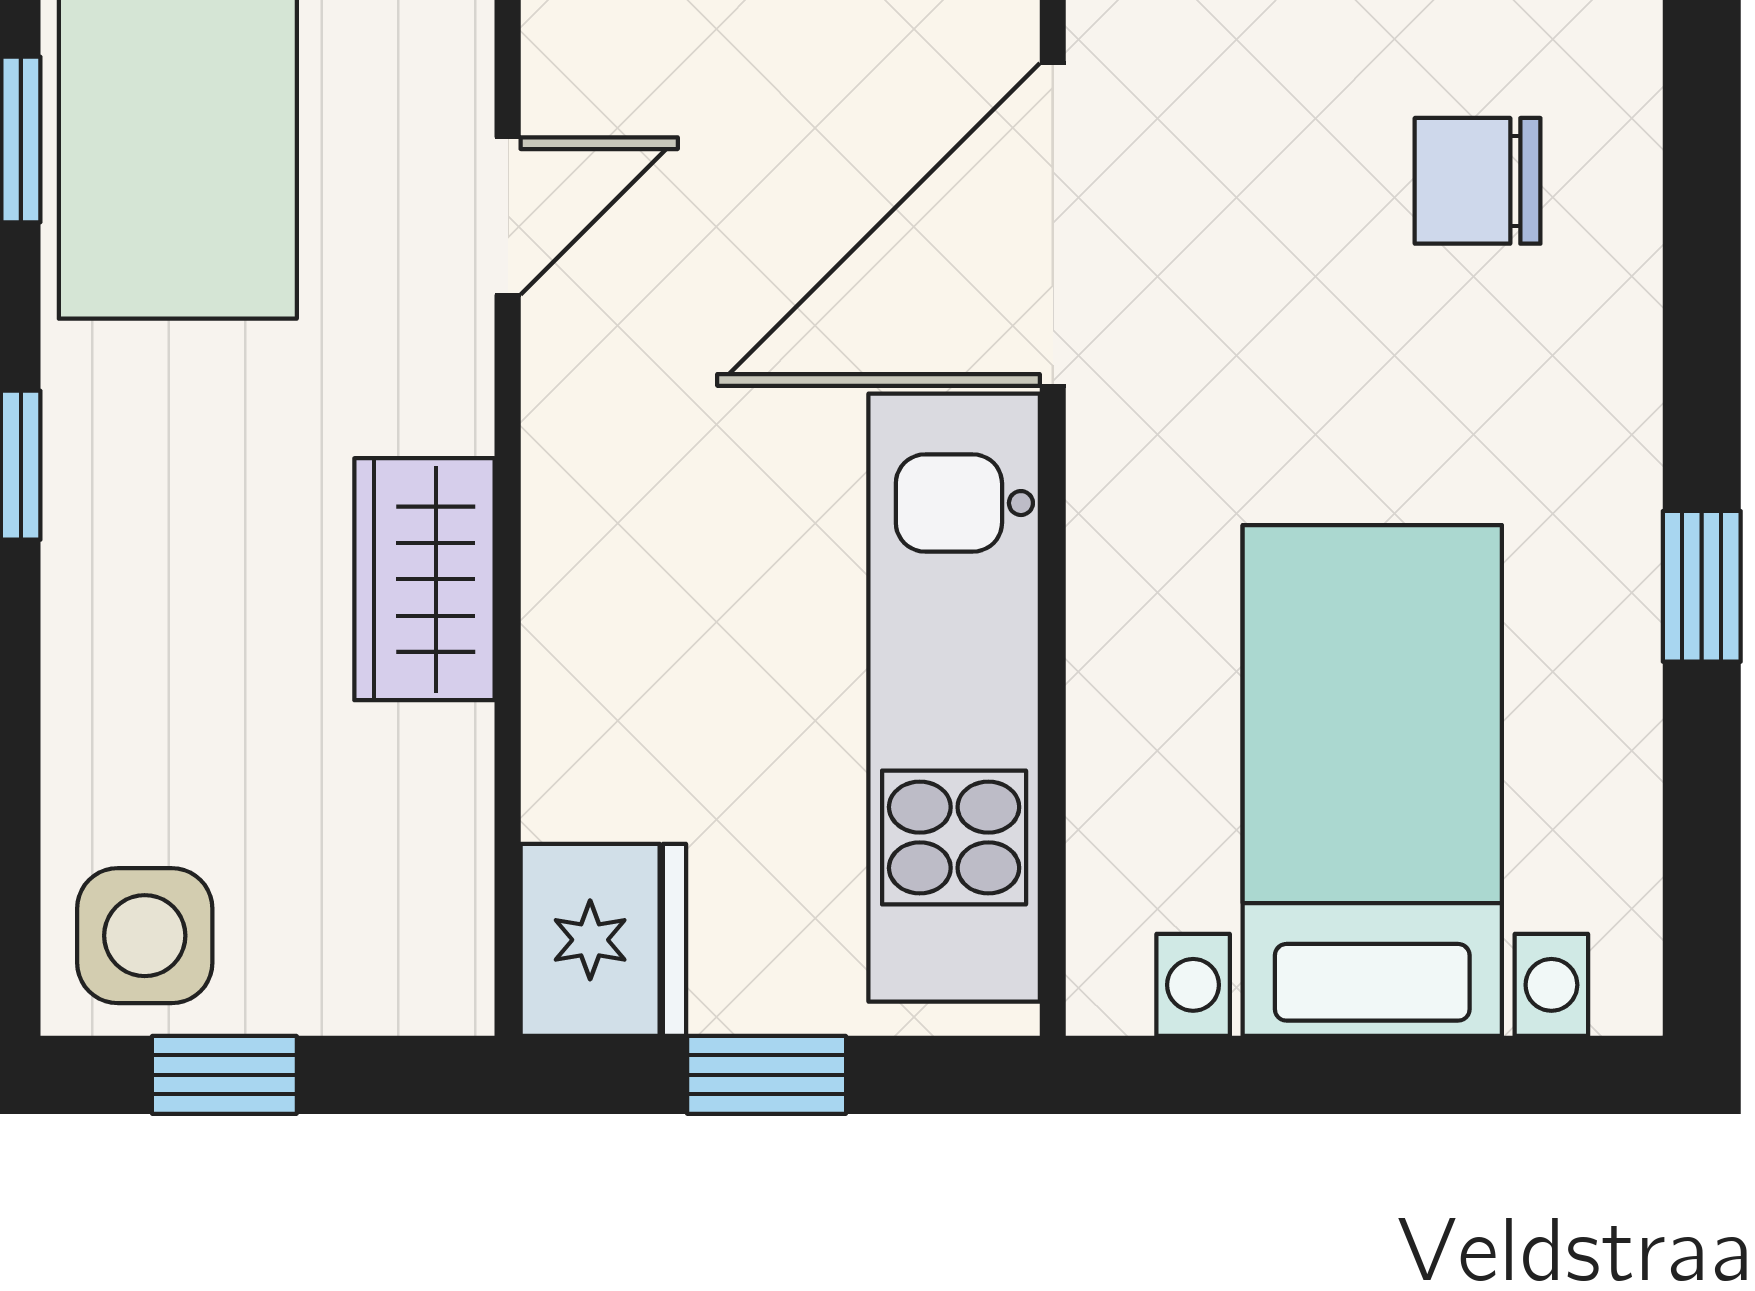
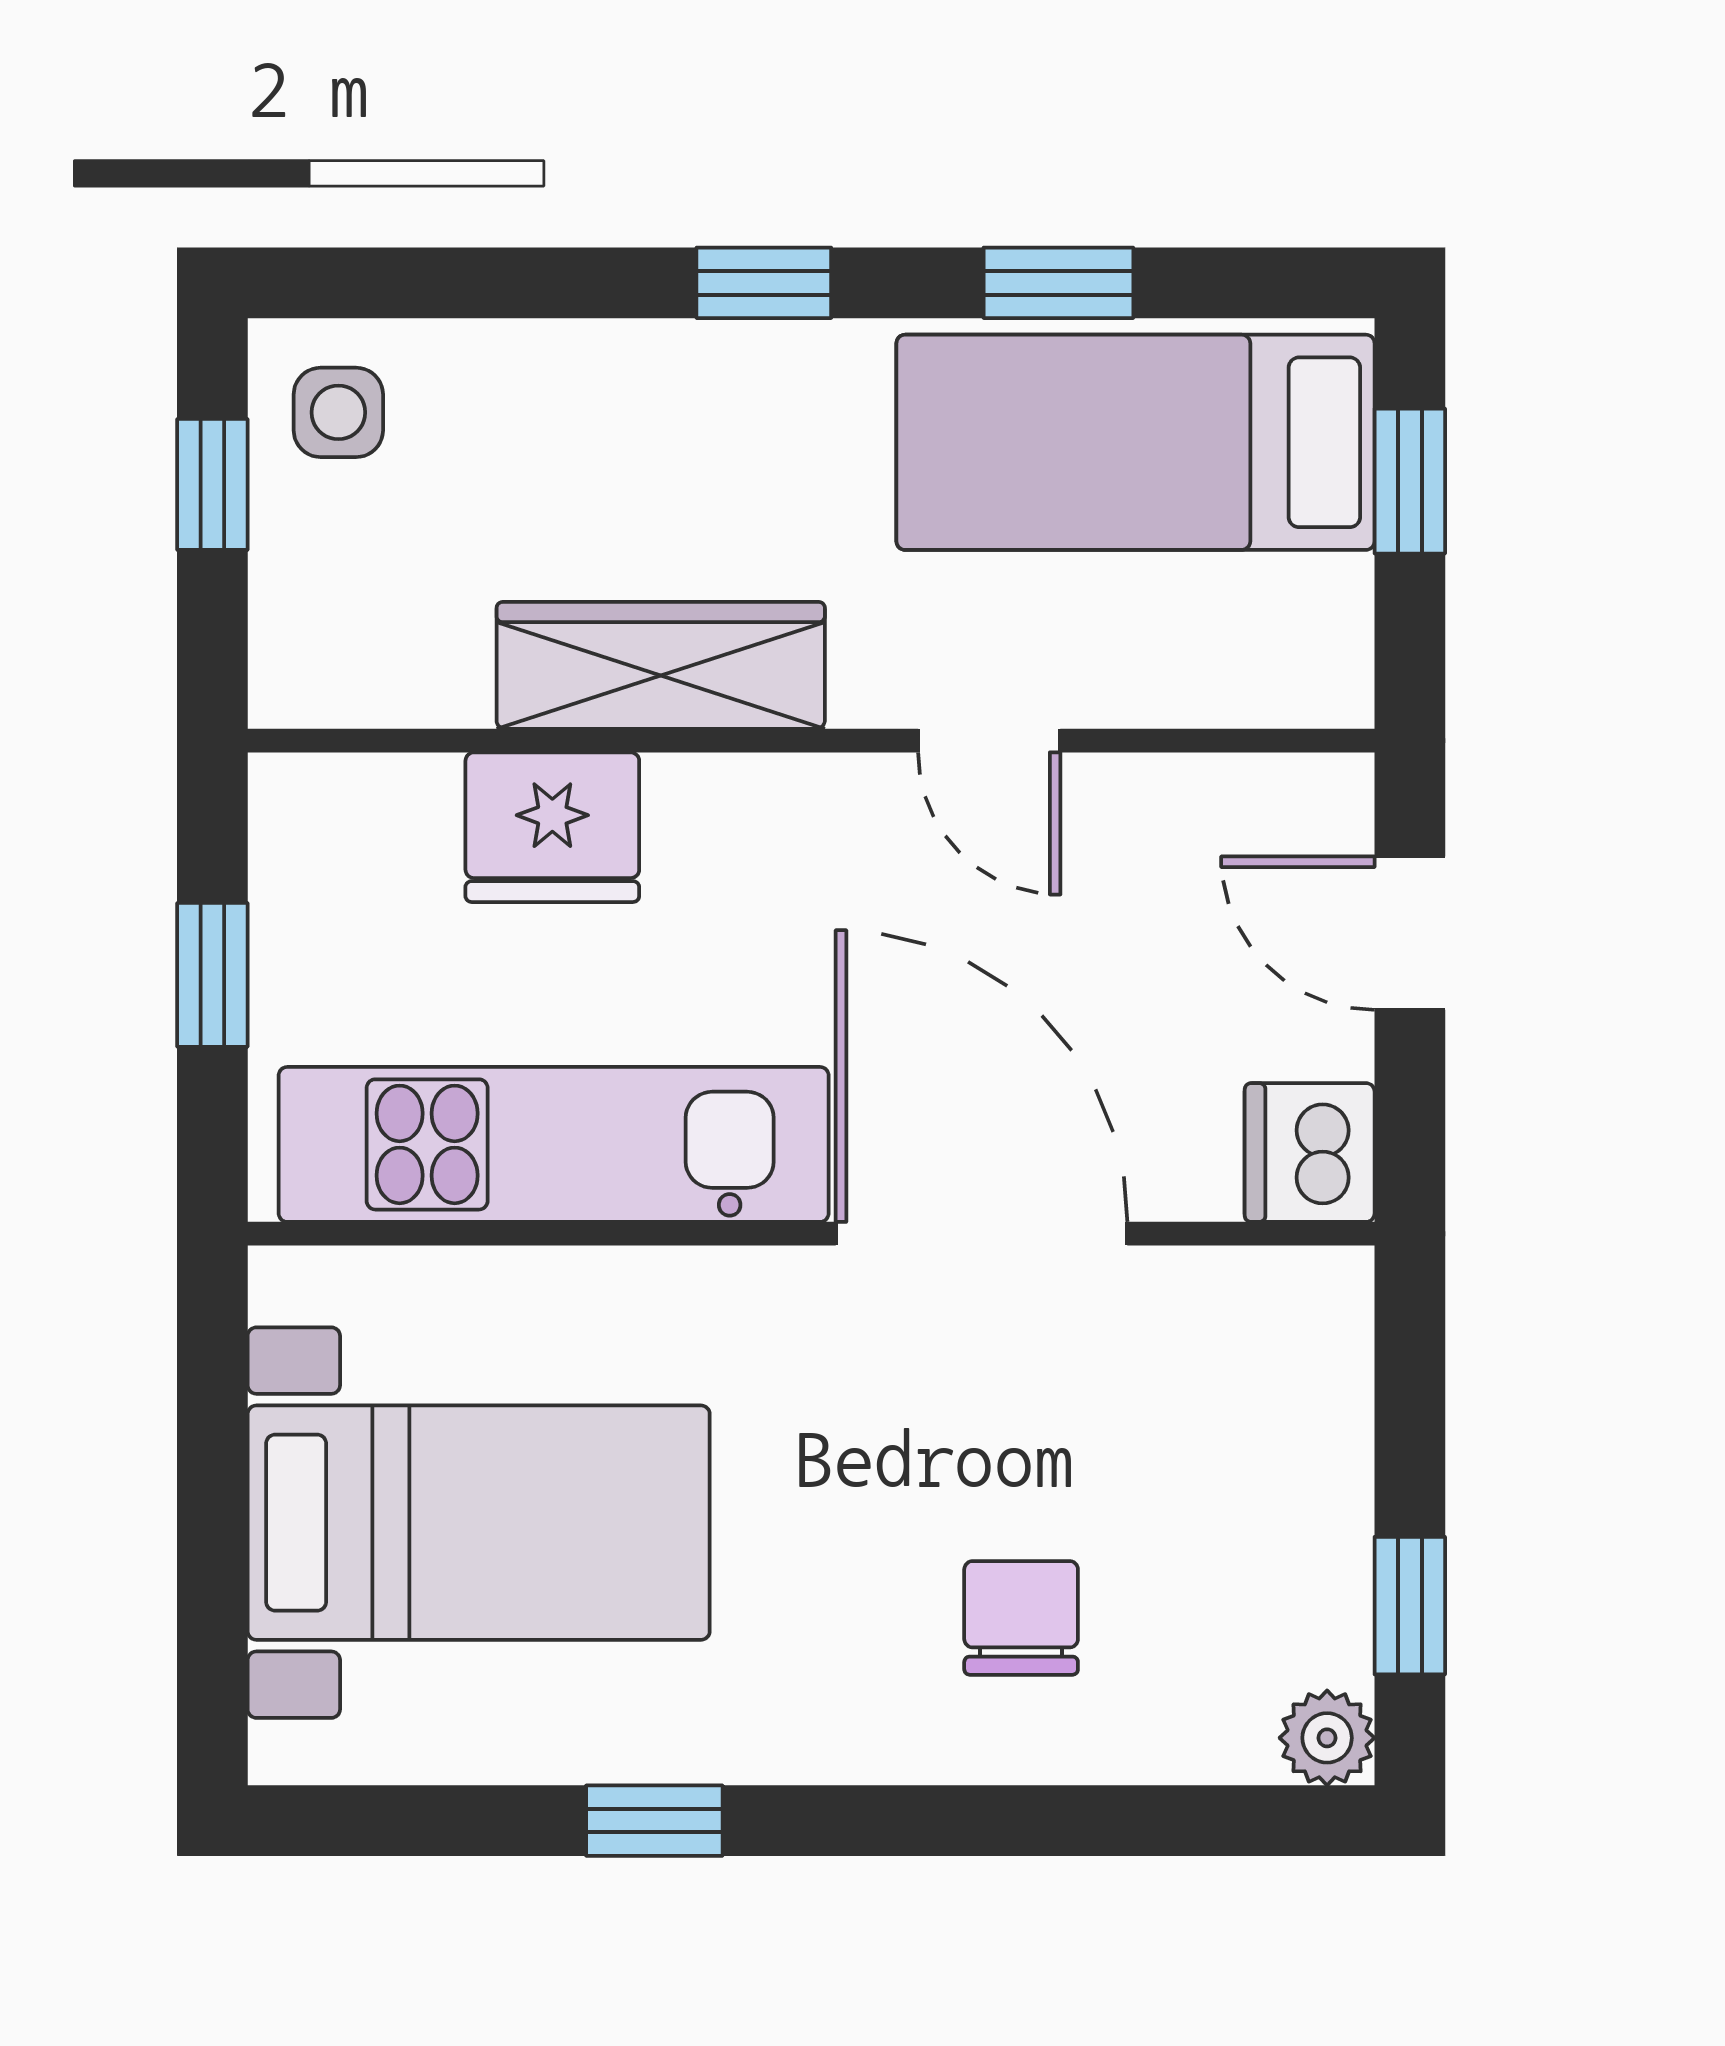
wardrobe: (424, 579) -> (661, 665), width x1.50
side table: (145, 936) -> (338, 412), width x0.73, depth x0.73
fridge: (603, 940) -> (552, 827), moved

